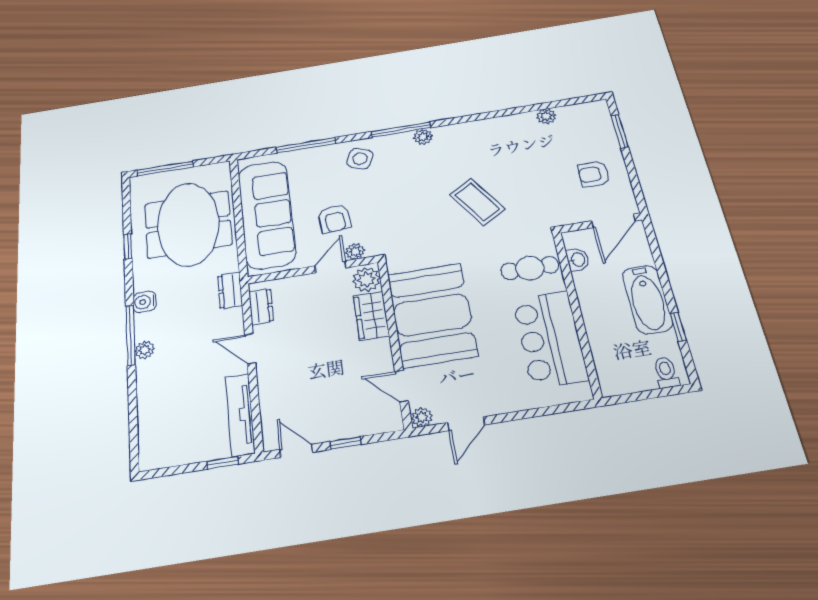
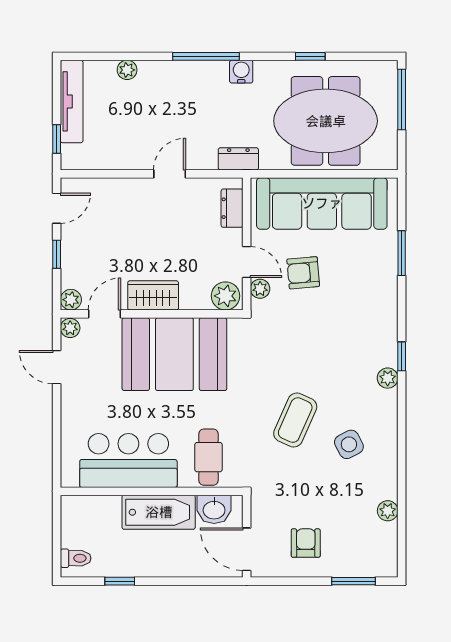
window: (401, 130) -> (402, 356), width x0.46
window: (306, 145) -> (402, 253), width x0.69
side table: (360, 159) -> (349, 444), moved, turned 38
coffee table: (477, 202) -> (295, 420), turned -34
washbasin: (578, 260) -> (214, 509), width x1.38, depth x1.45
bathtub: (647, 299) -> (159, 512), moved, turned 180
dresser: (261, 307) -> (232, 208), moved, turned 90
wardrobe: (371, 316) -> (153, 295), moved
plant: (145, 350) -> (127, 70), moved
tv unit: (240, 415) -> (72, 101), moved, turned 90
plant: (392, 421) -> (71, 300), added

